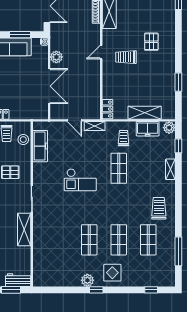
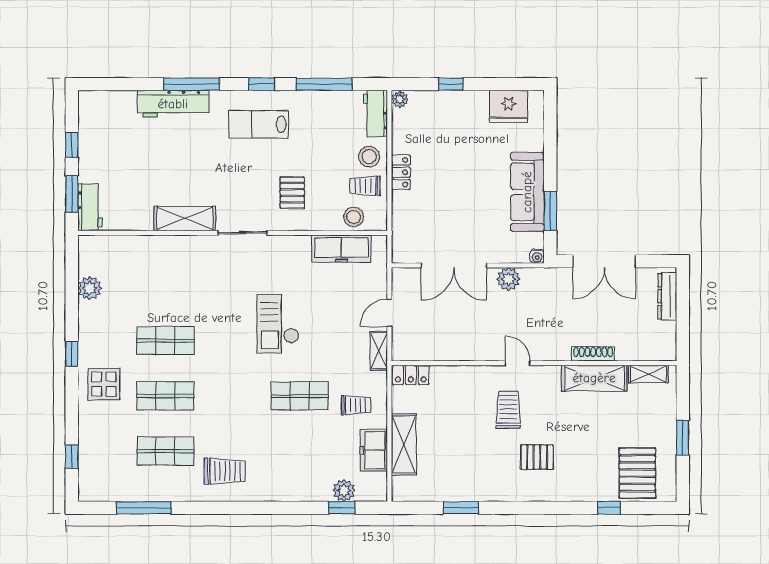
plant: (169, 128) -> (344, 491), moved
shelving: (170, 169) -> (298, 493), removed
plant: (87, 280) -> (90, 288), moved

